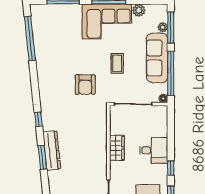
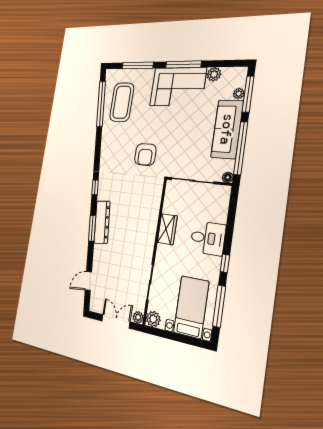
coffee table: (117, 63) -> (122, 102), moved, width x1.86, depth x1.72

